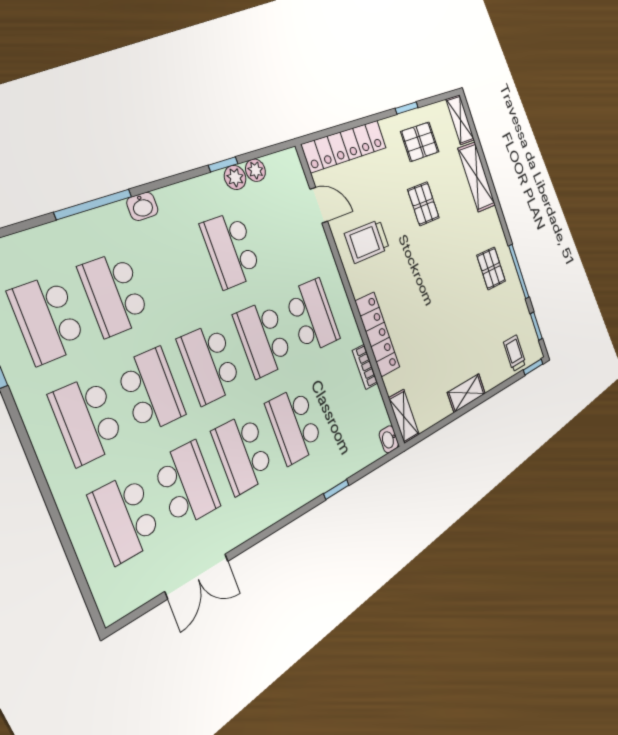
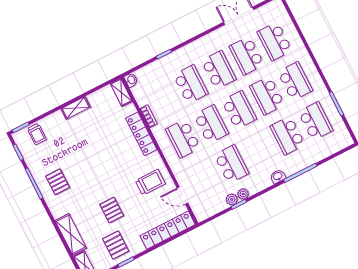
pallet: (420, 142) -> (116, 245), turned 90
plant: (256, 170) -> (243, 194), moved
school desk: (114, 294) -> (288, 136), turned 180
school desk: (125, 518) -> (275, 41), turned 180

